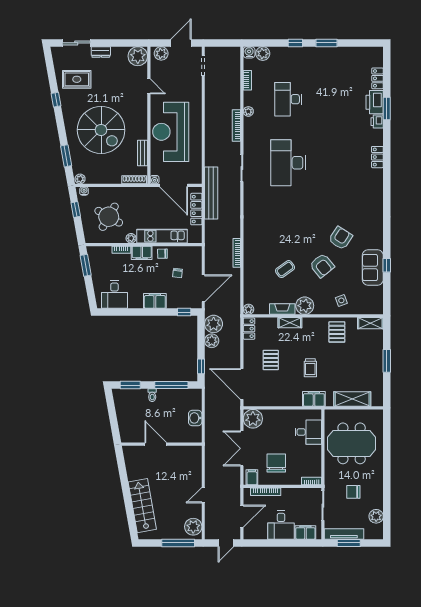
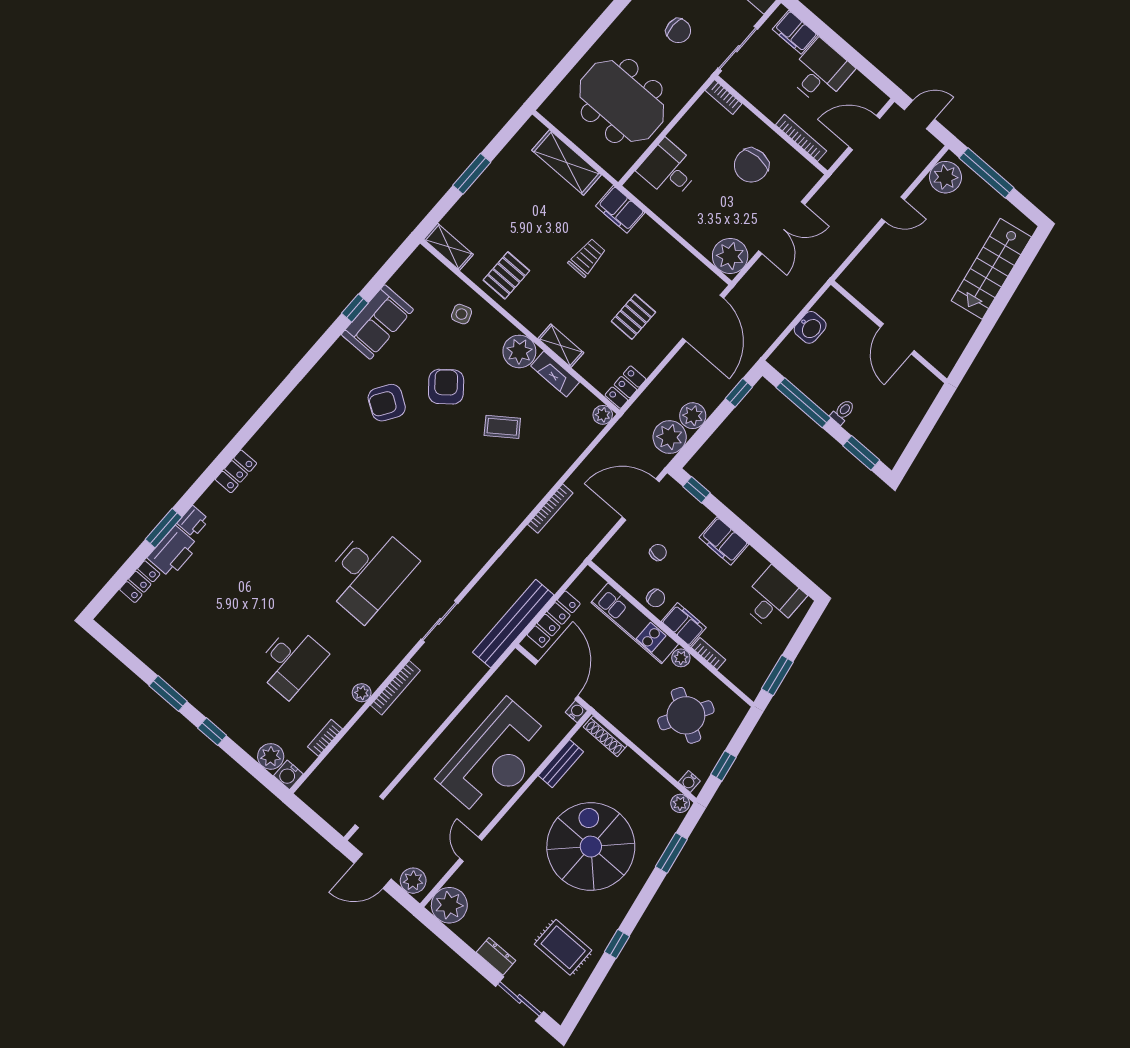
filing cabinet: (252, 477) -> (803, 175), removed

